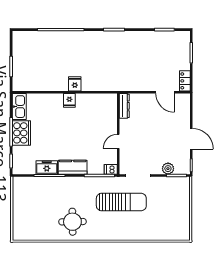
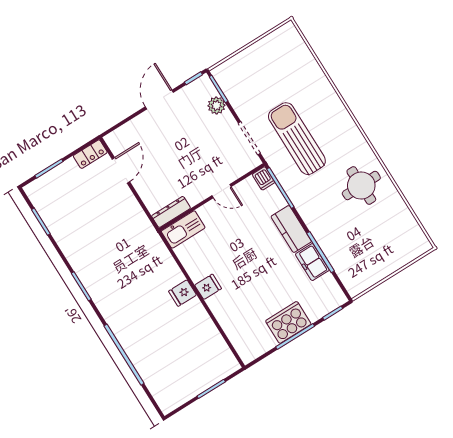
kitchen sink: (19, 107) -> (183, 229), moved, turned 180

